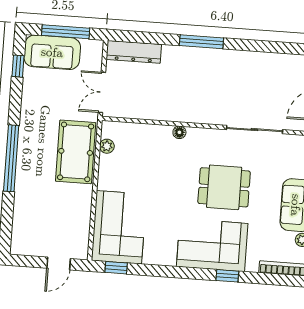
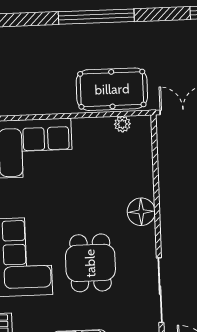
floor lamp: (179, 132) -> (141, 212), width x1.89, depth x1.89

